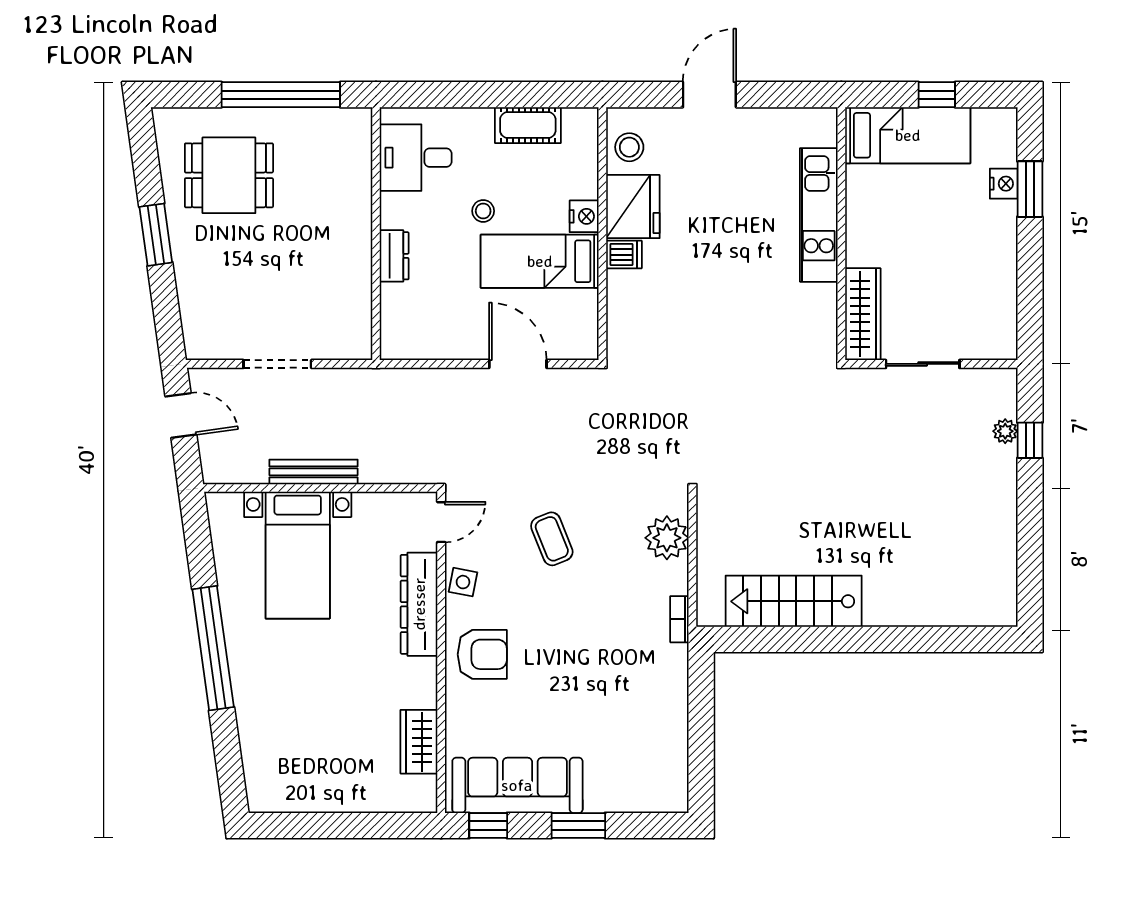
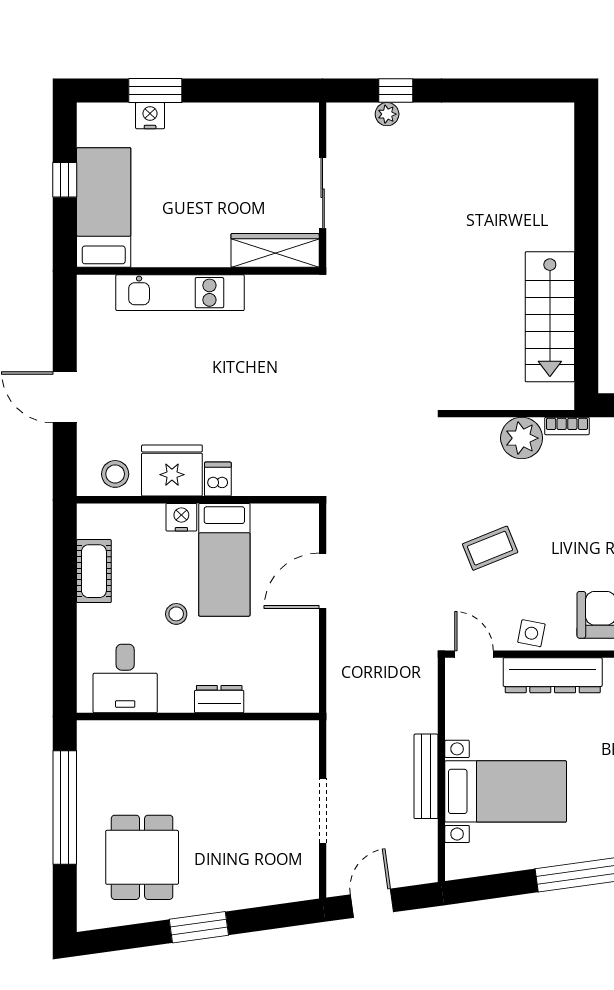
plant: (667, 538) -> (522, 438), moved

